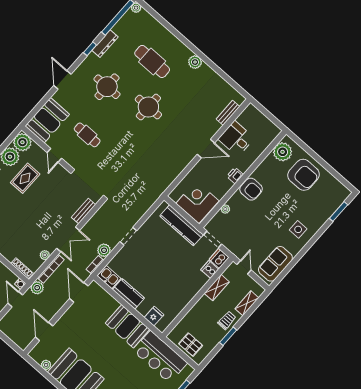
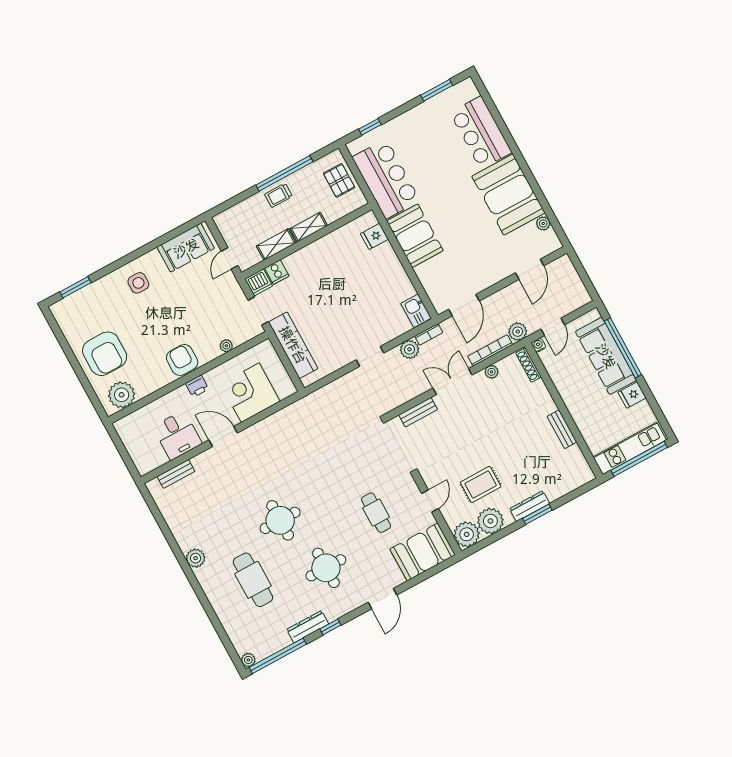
armchair: (304, 175) -> (105, 354), turned 180
corner desk: (197, 202) -> (250, 393), moved, turned 90
kitchen counter: (128, 294) -> (398, 279), removed
shelving: (247, 303) -> (309, 227), moved
window: (228, 336) -> (284, 173), width x2.11

